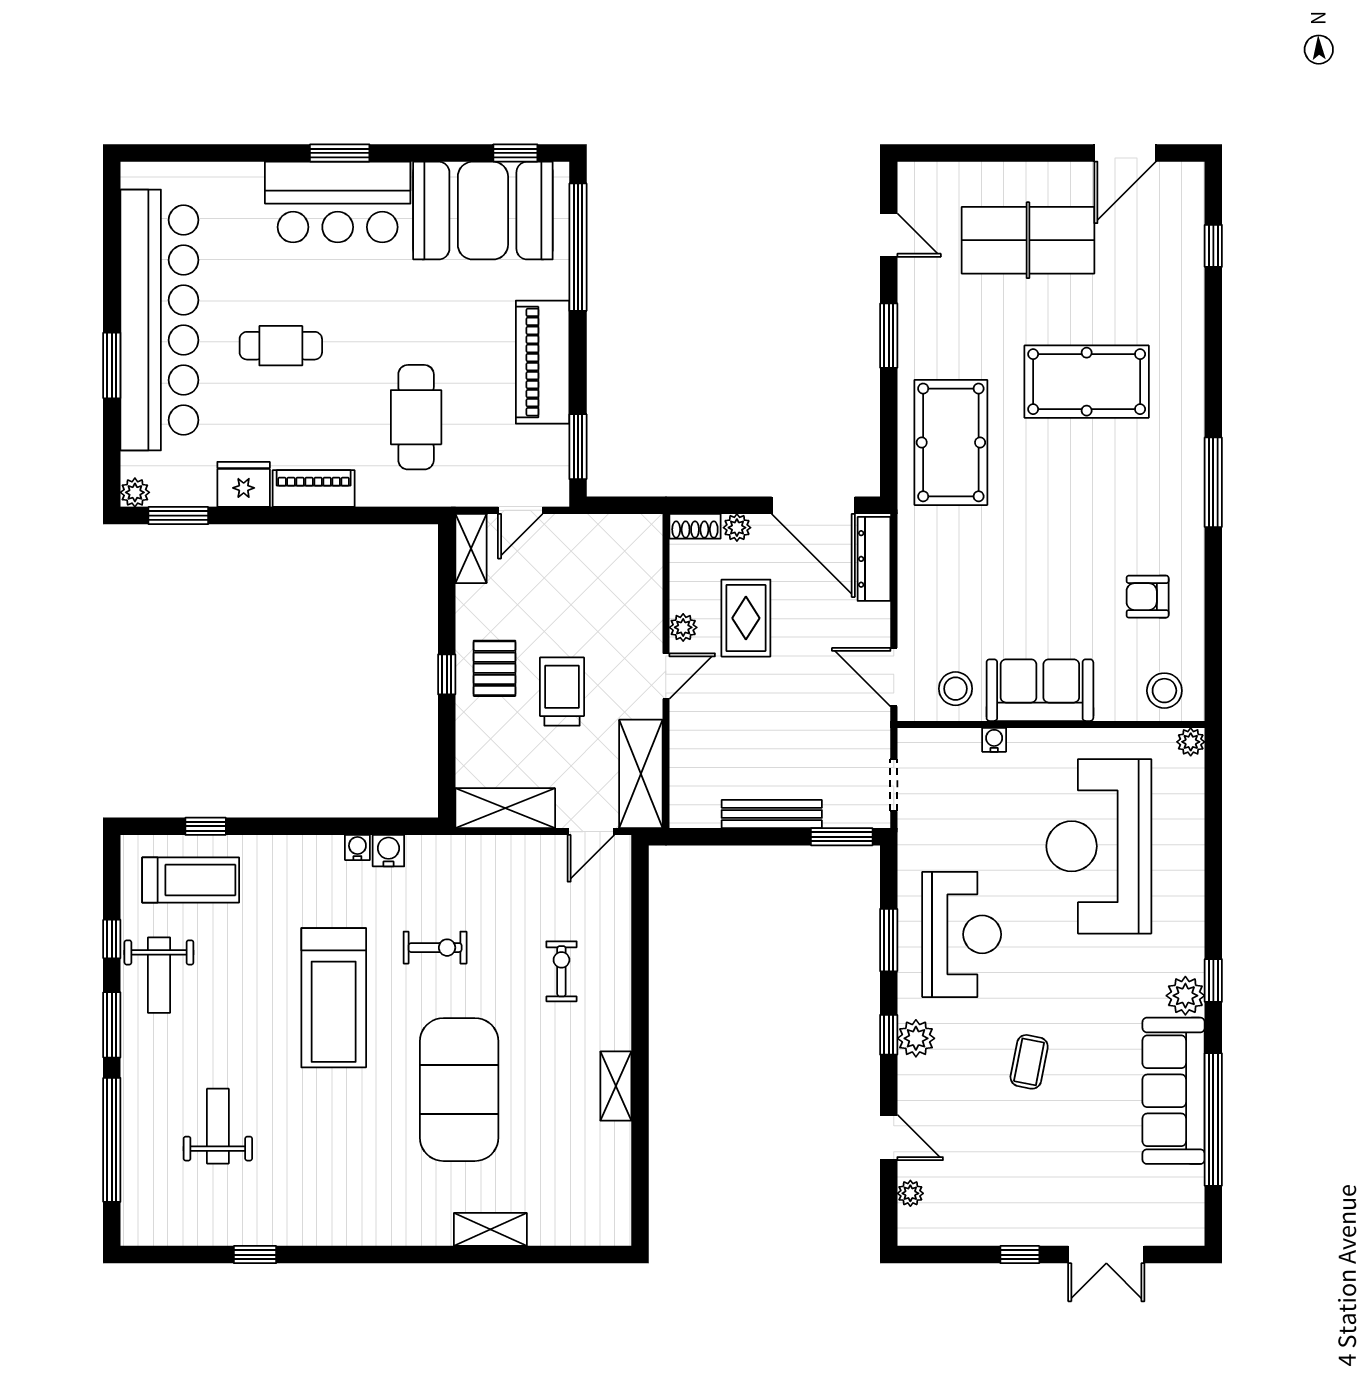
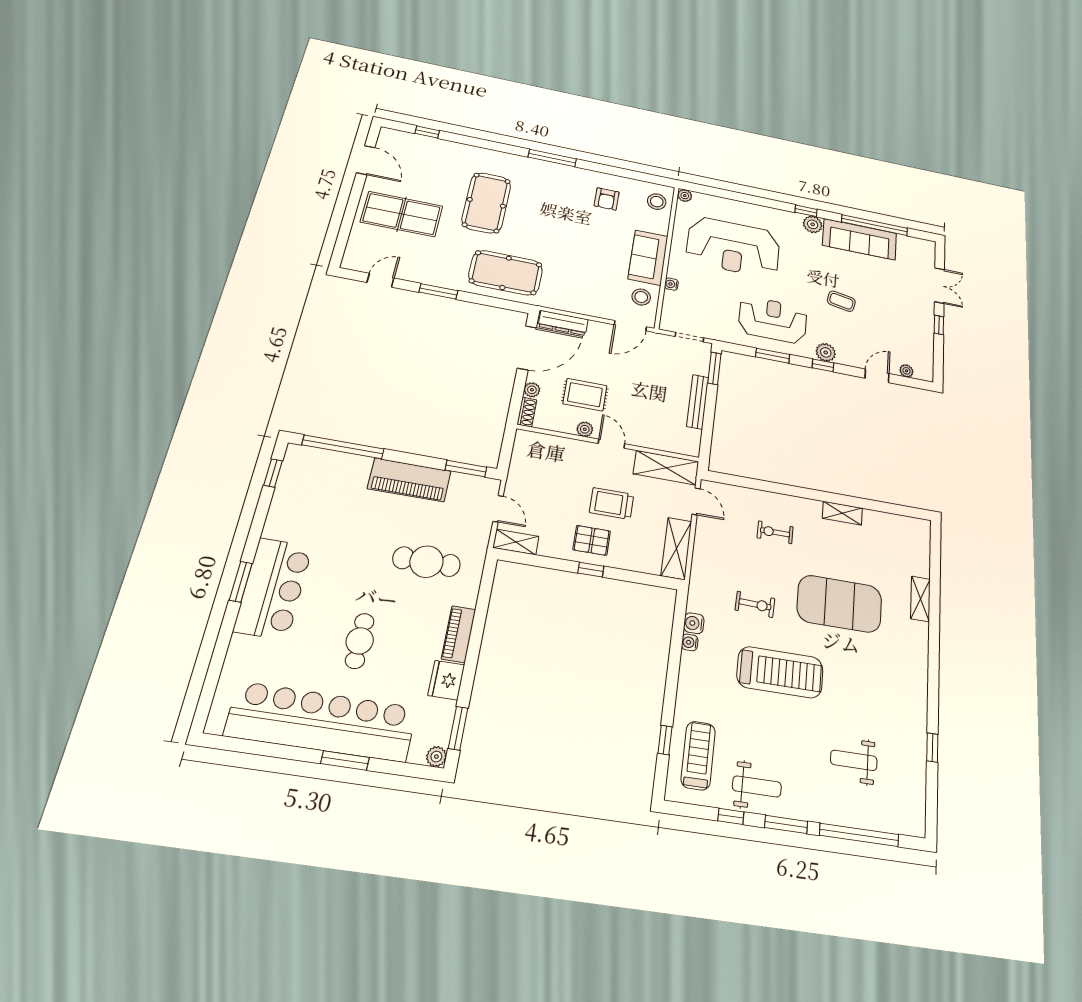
booth: (483, 211) -> (304, 499), removed
table tennis table: (1028, 240) -> (402, 214), turned 90
exercise bike: (435, 948) -> (755, 604), turned 92

